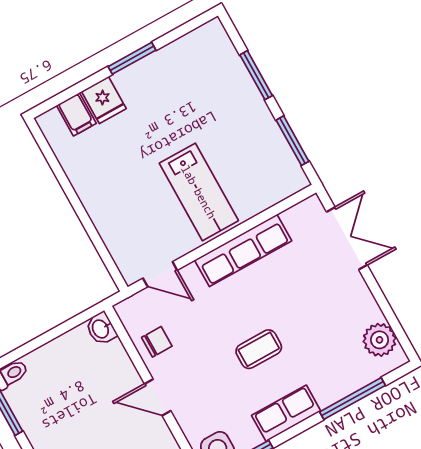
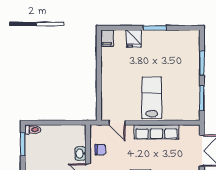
filing cabinet: (76, 114) -> (107, 38), moved
lab bench: (199, 192) -> (152, 98), turned 180
washbasin: (101, 329) -> (80, 153), moved

